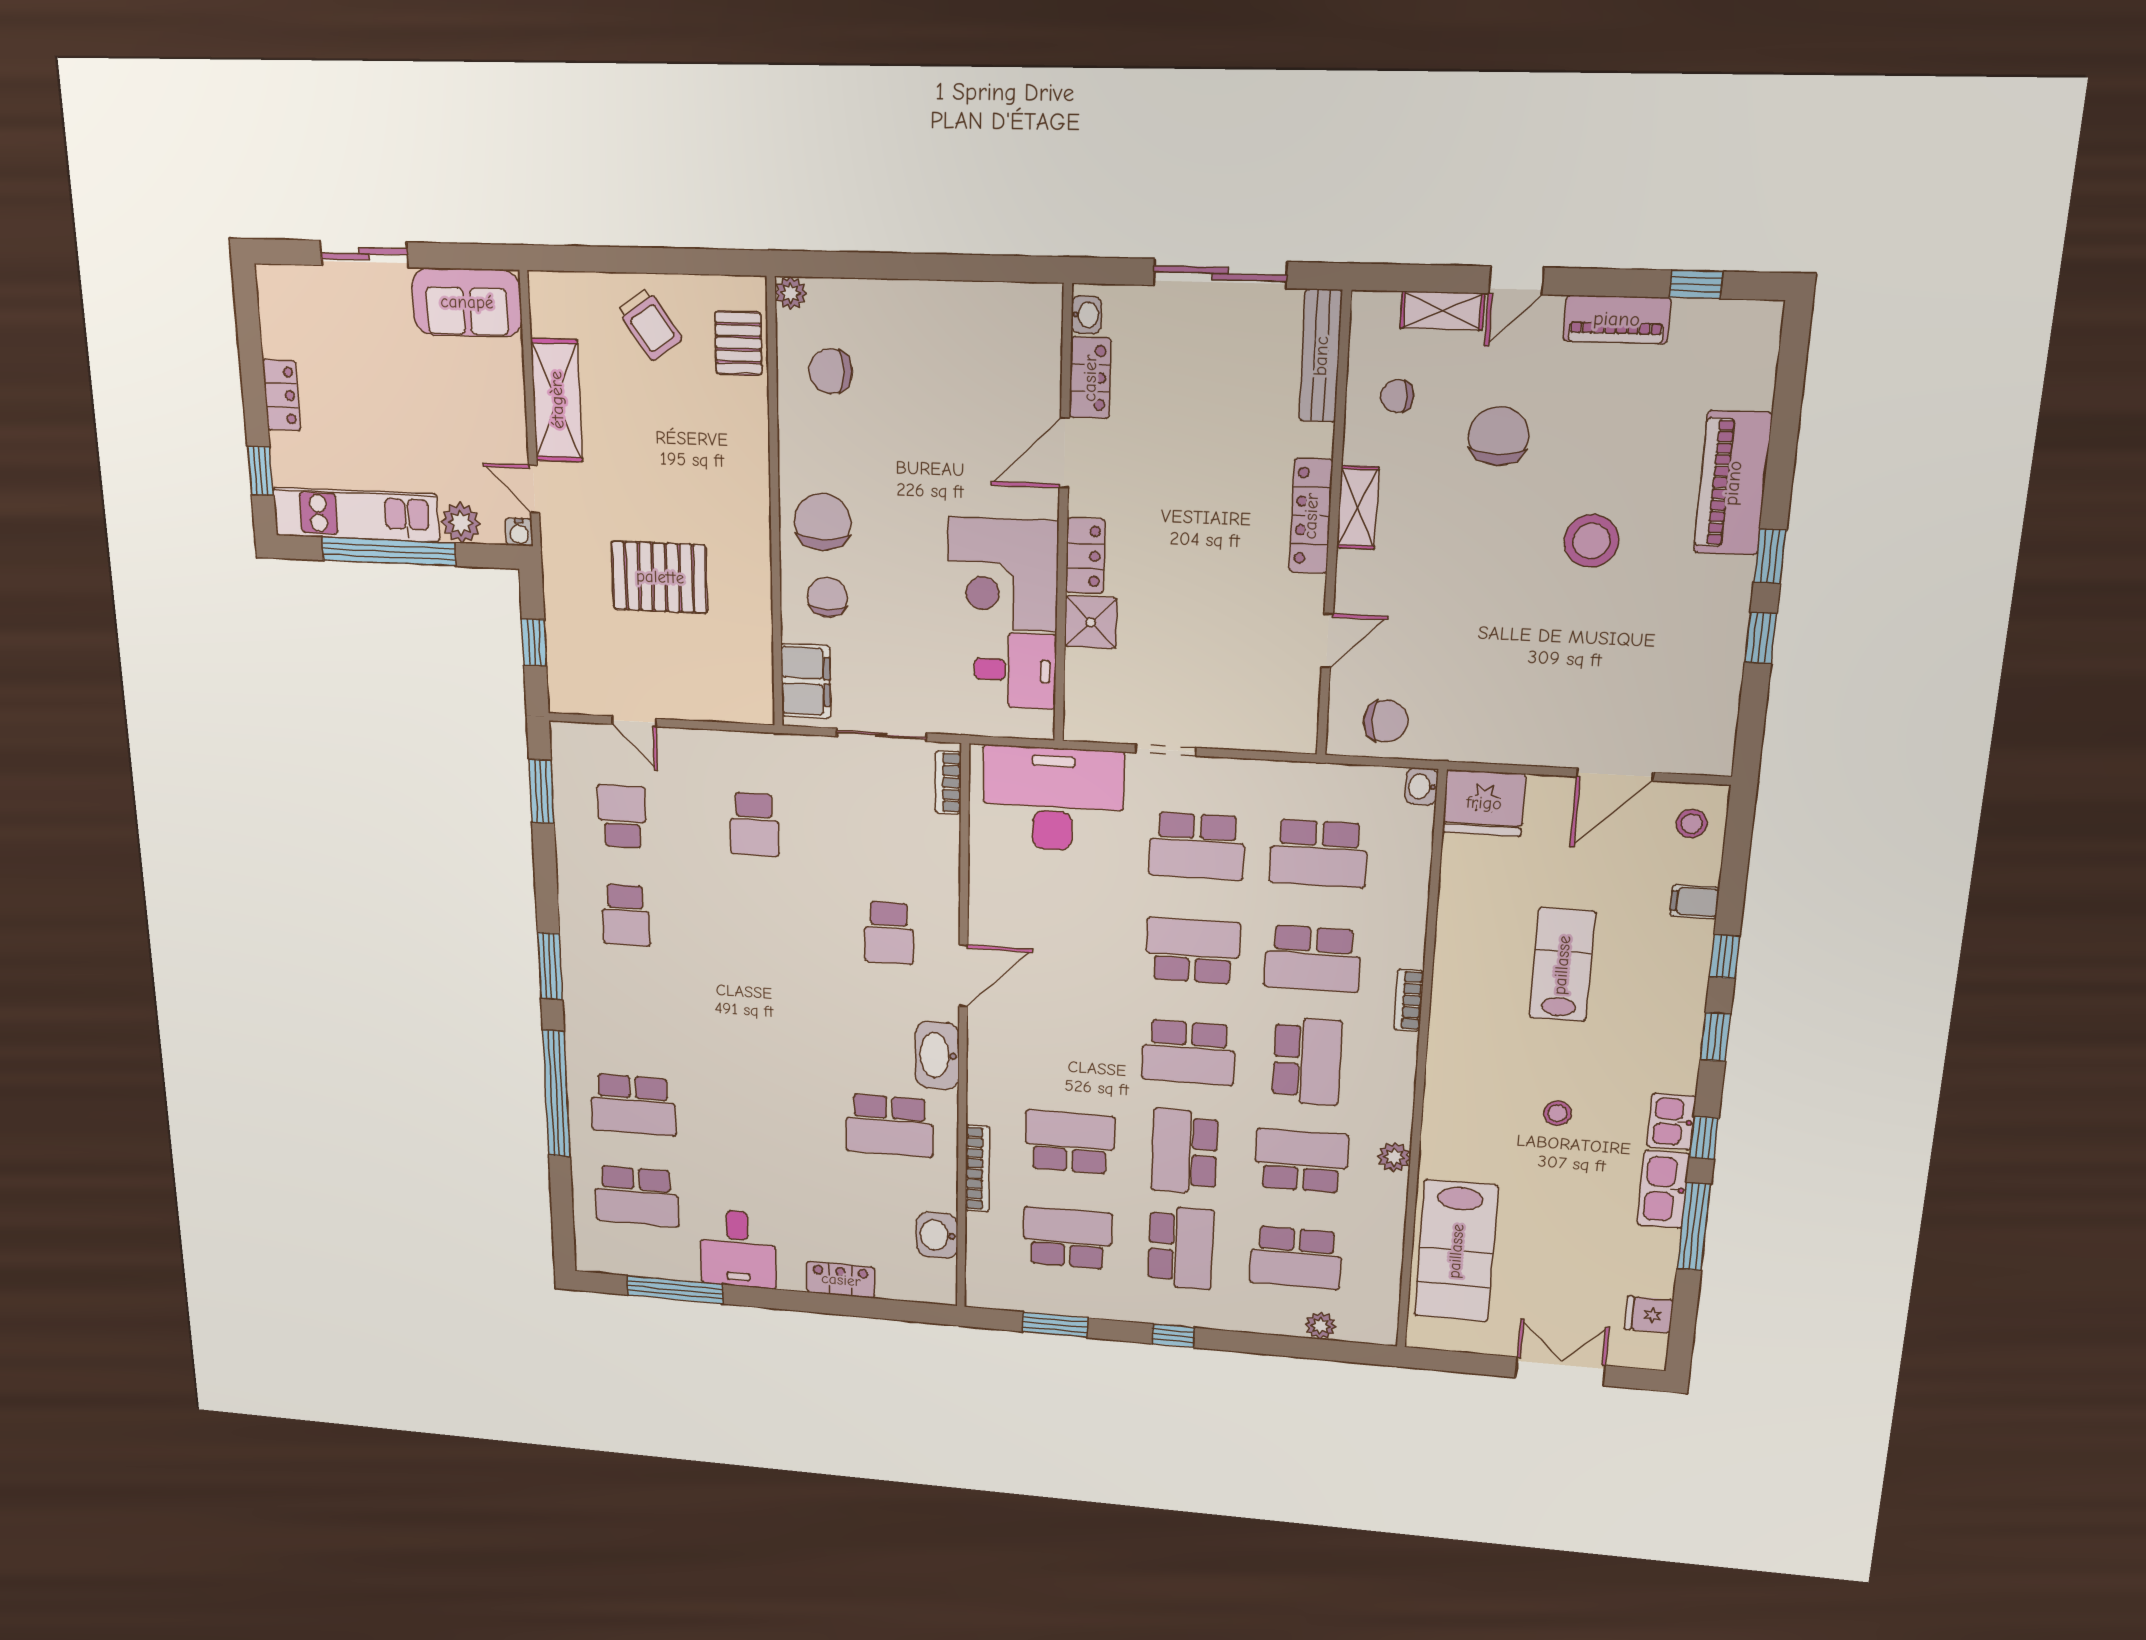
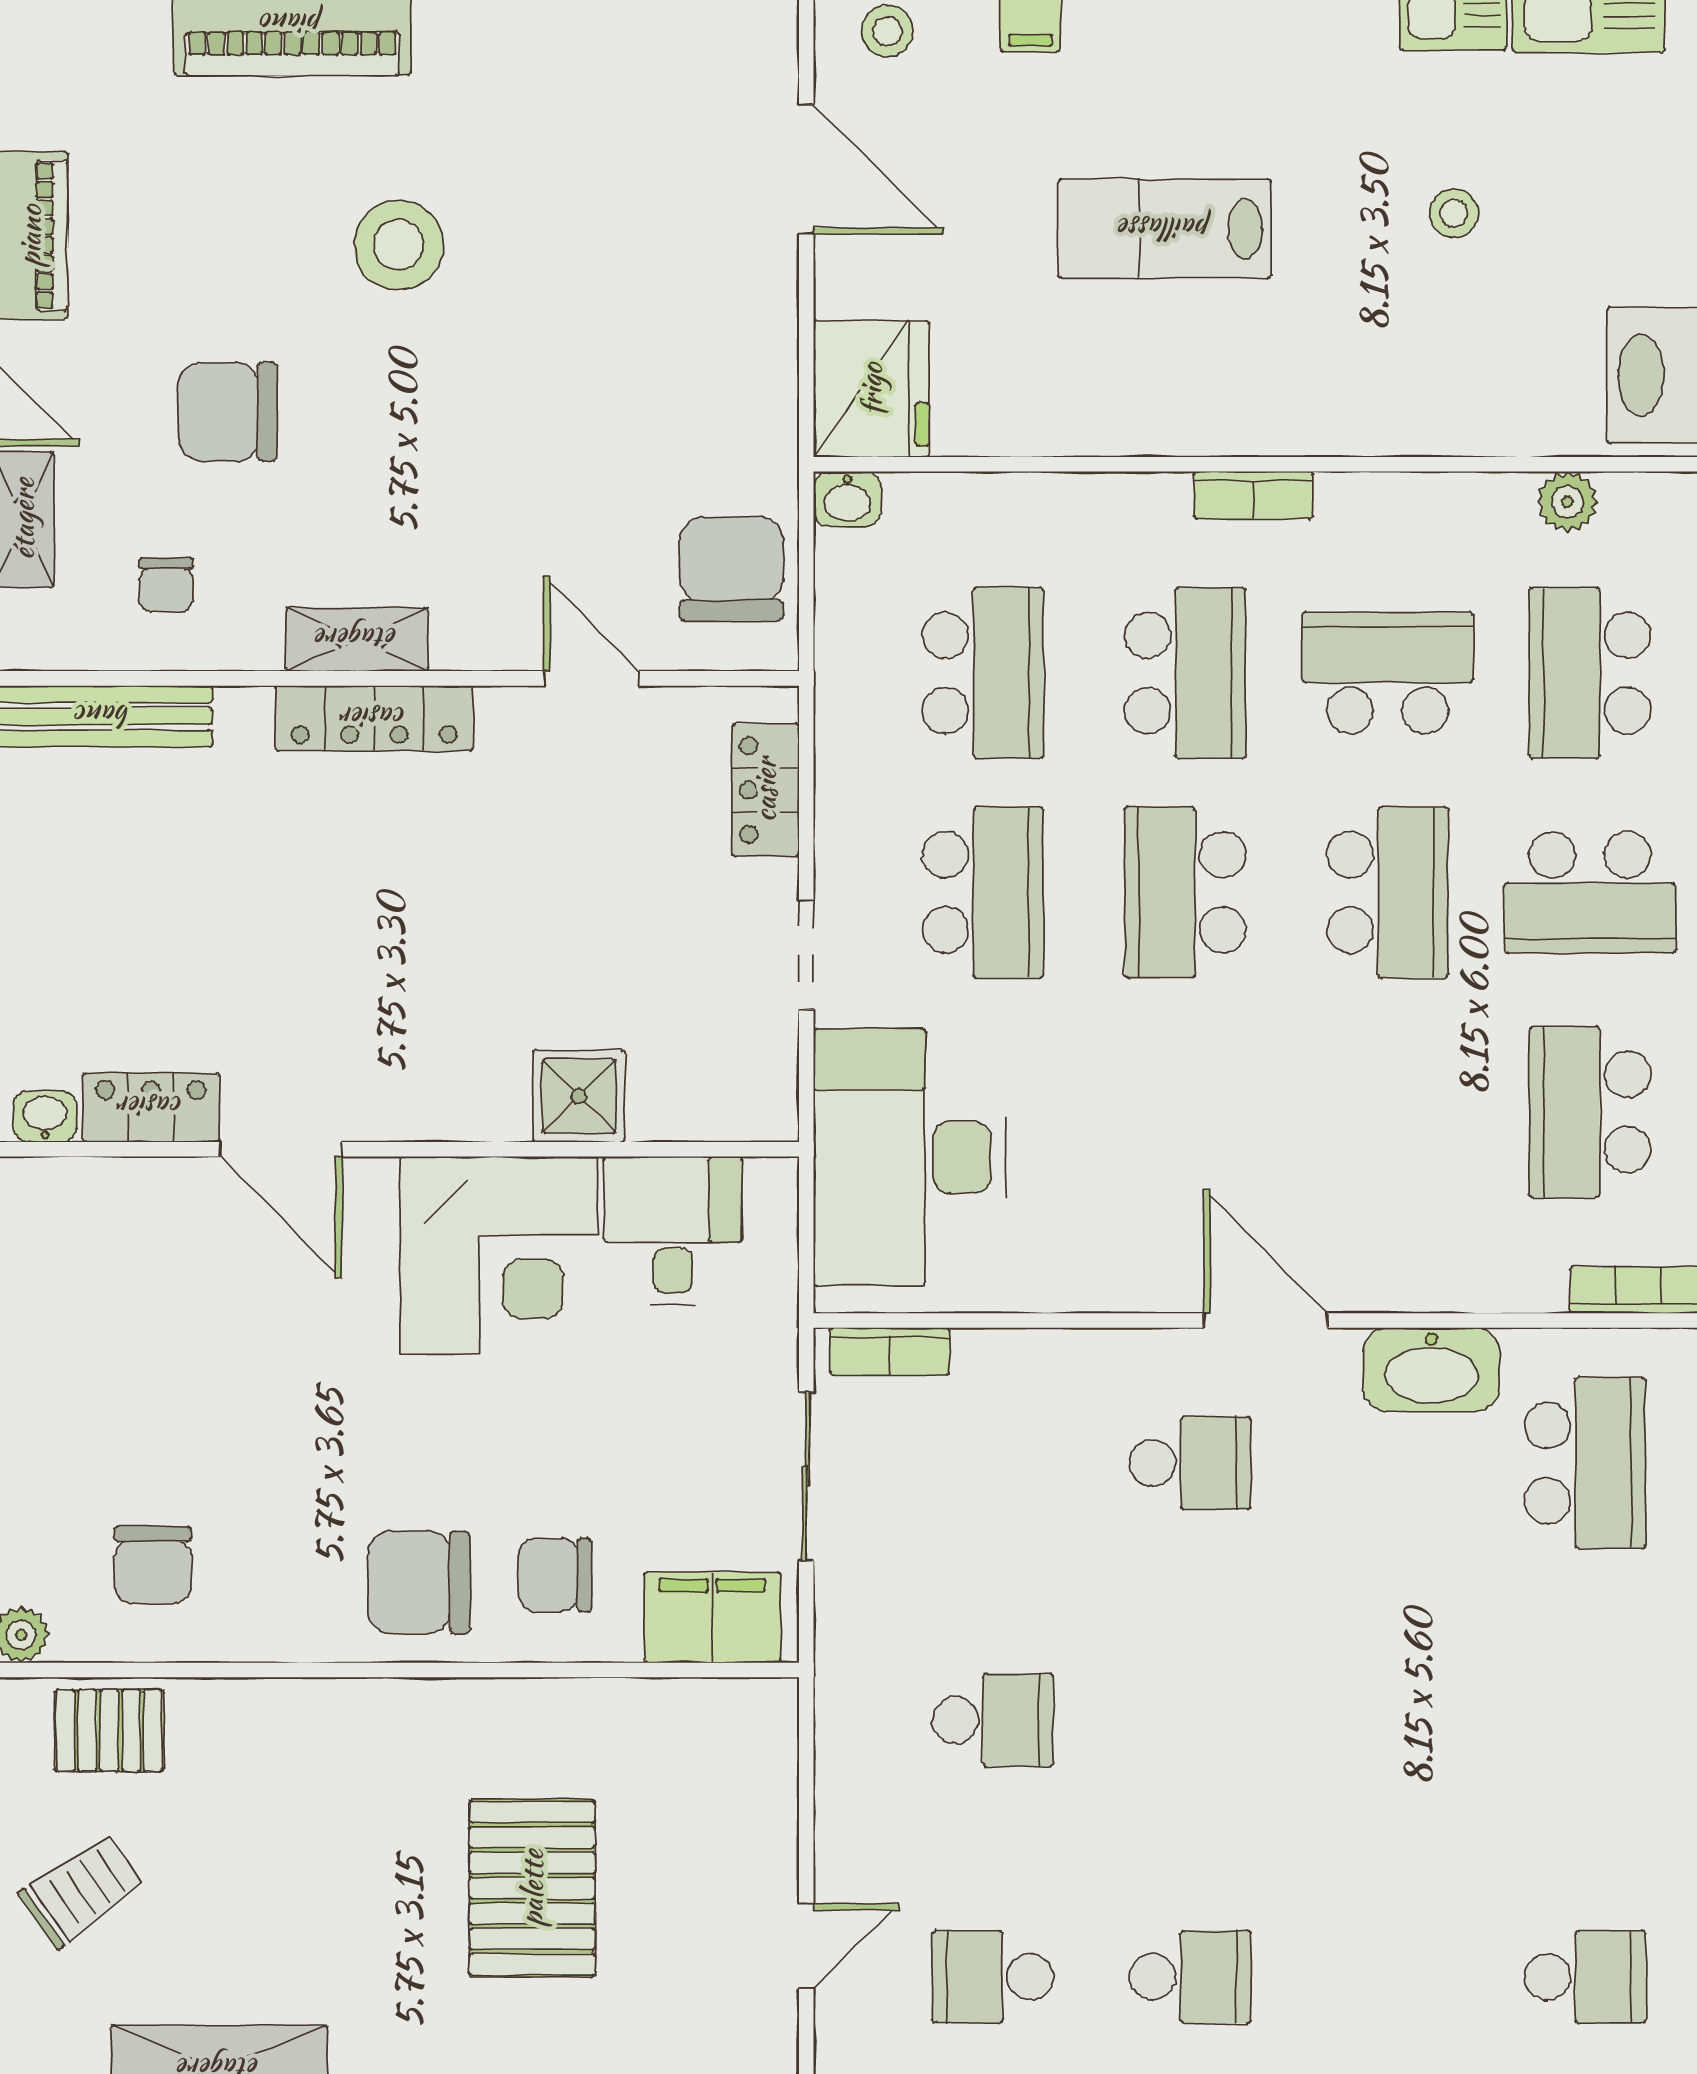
locker: (1085, 556) -> (765, 790), moved, turned -90
chair: (1386, 721) -> (731, 569), width x1.37, depth x1.37
school desk: (633, 1105) -> (1585, 1977), width x0.54

